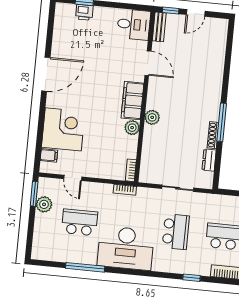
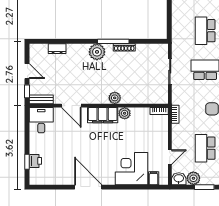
door: (148, 63) -> (71, 106), swing flipped
plant: (211, 101) -> (97, 52), added
dresser: (209, 160) -> (57, 49), moved
washbasin: (45, 186) -> (179, 179), added
window: (34, 194) -> (204, 187), moved

